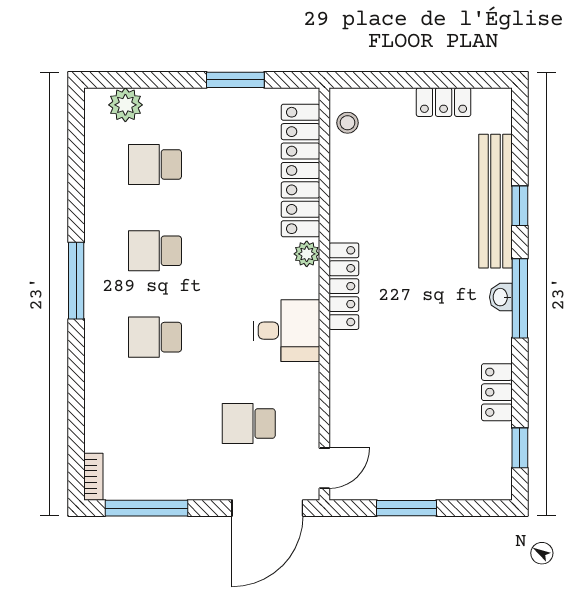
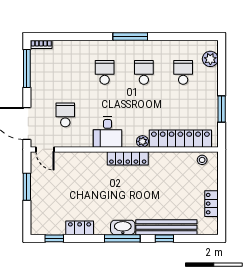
washbasin: (501, 297) -> (123, 227), width x1.91, depth x1.45

